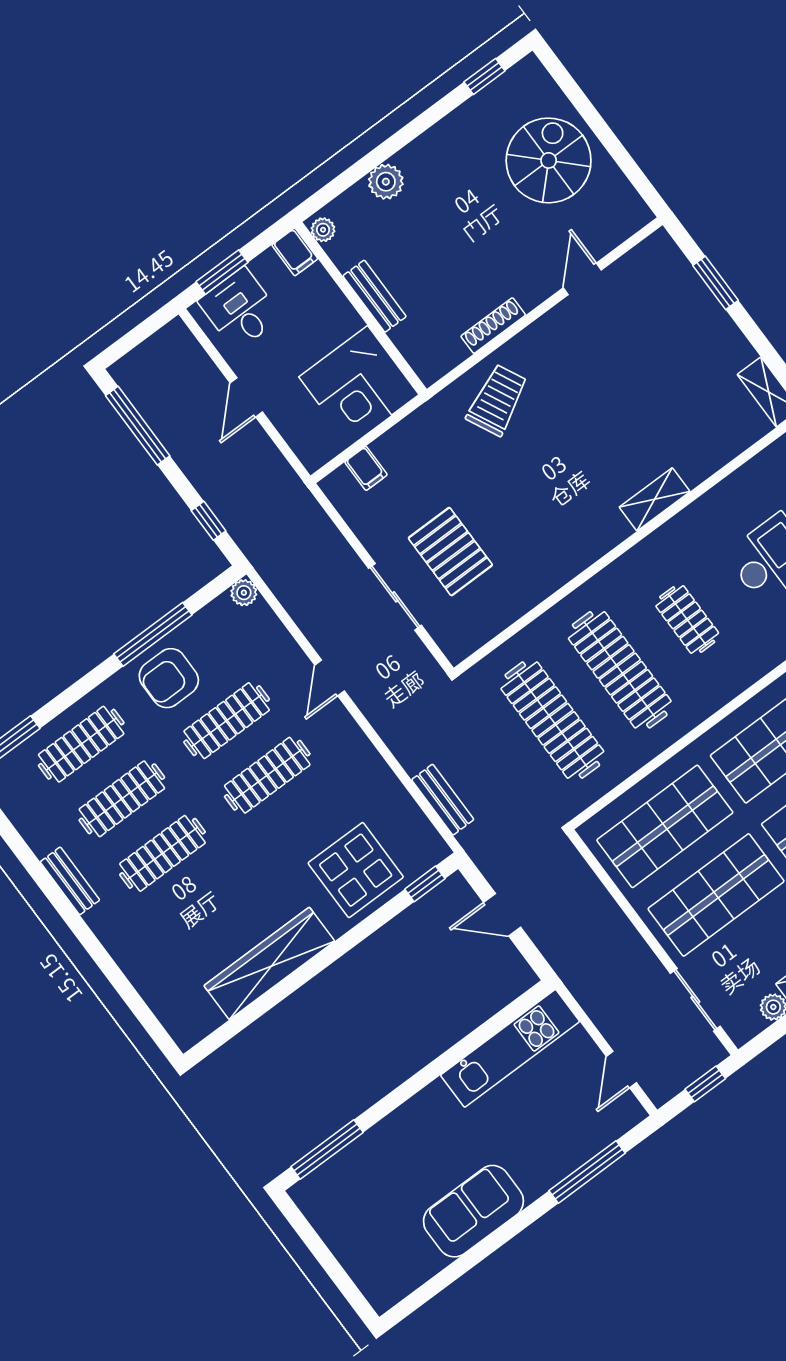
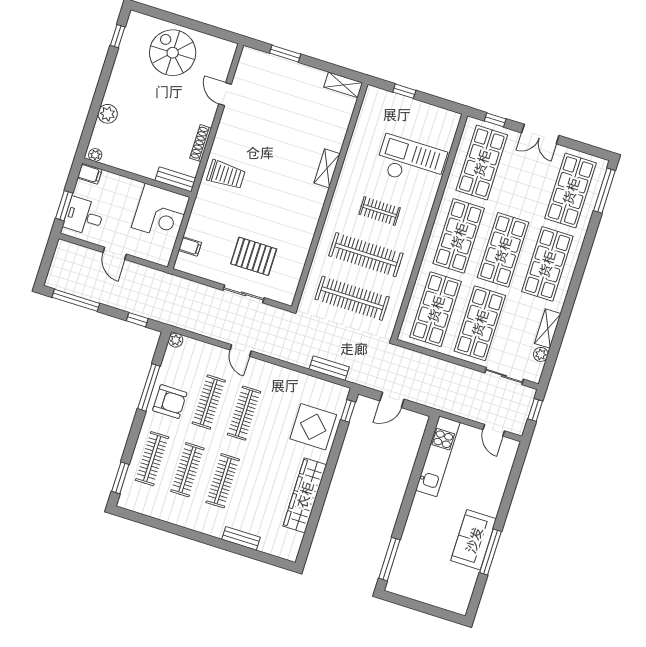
bench: (375, 296) -> (175, 179), moved
trolley: (497, 400) -> (226, 175), turned 116
armchair: (169, 678) -> (170, 402), turned -90
bench: (70, 881) -> (241, 538), moved
window: (587, 1172) -> (490, 552), moved

